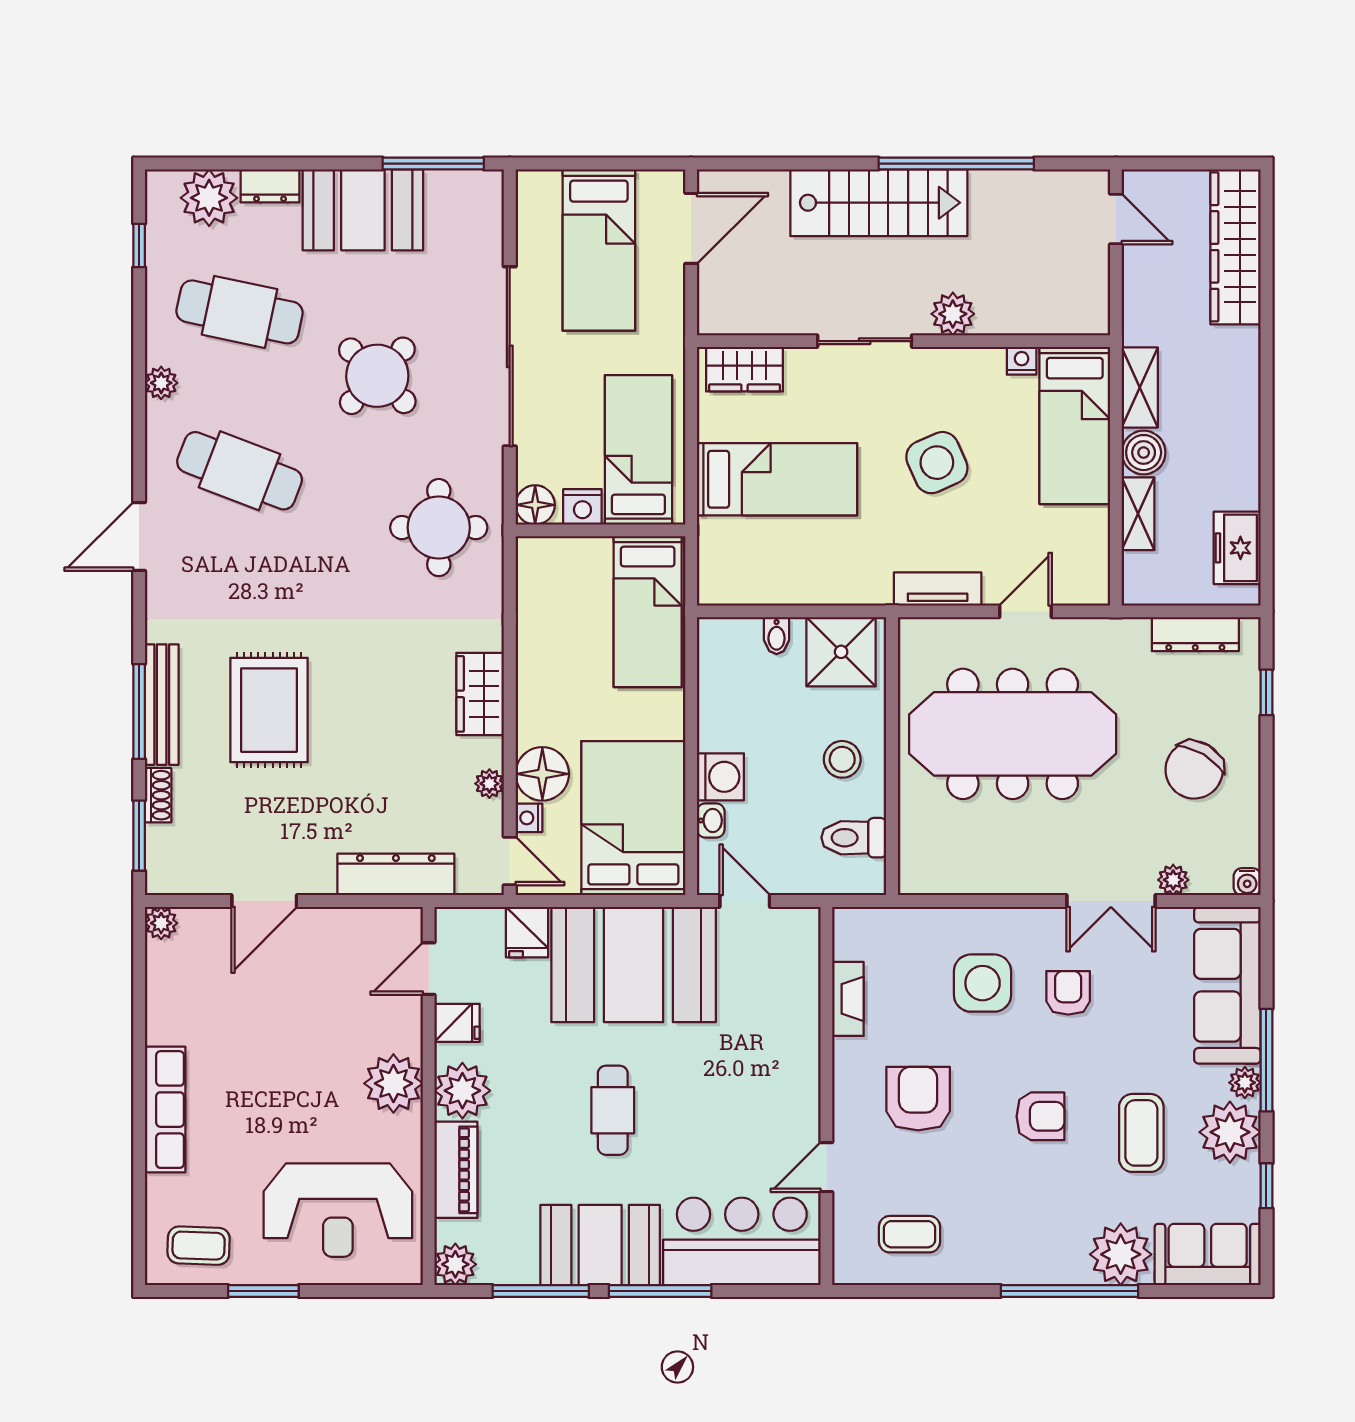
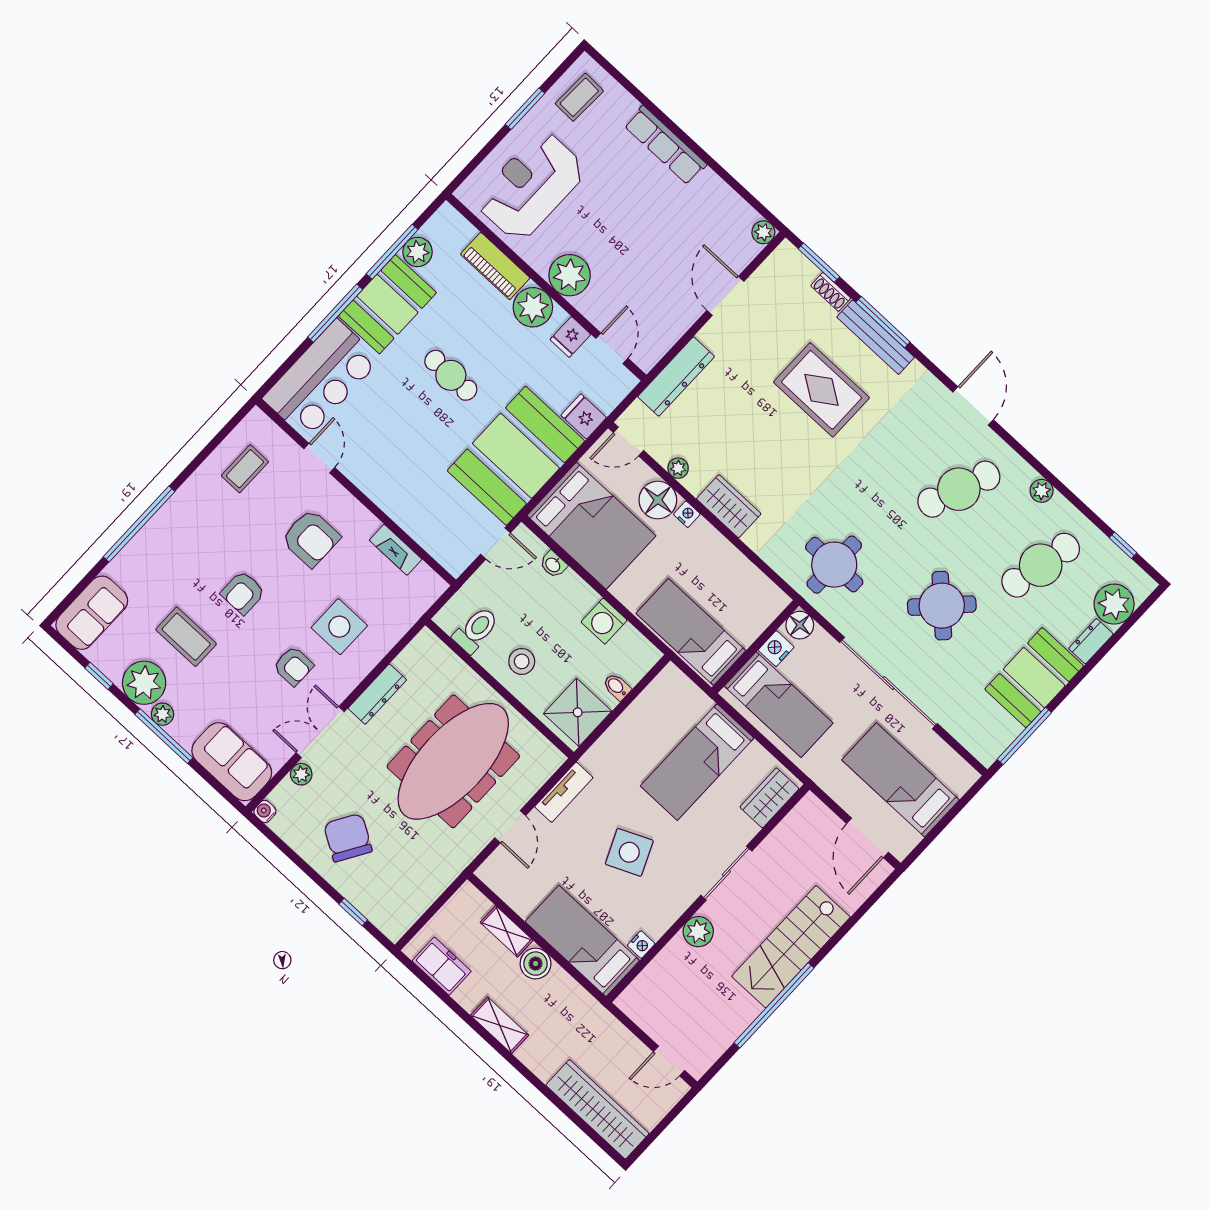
shelving: (1140, 387) -> (500, 1025), moved
dresser: (1195, 634) -> (377, 694), moved, turned 180
washing machine: (720, 777) -> (604, 621), moved
nightstand: (529, 818) -> (687, 514), moved
sofa: (1227, 985) -> (232, 762), width x0.73
plant: (1121, 1254) -> (134, 568), removed
plant: (455, 1264) -> (418, 252), moved

